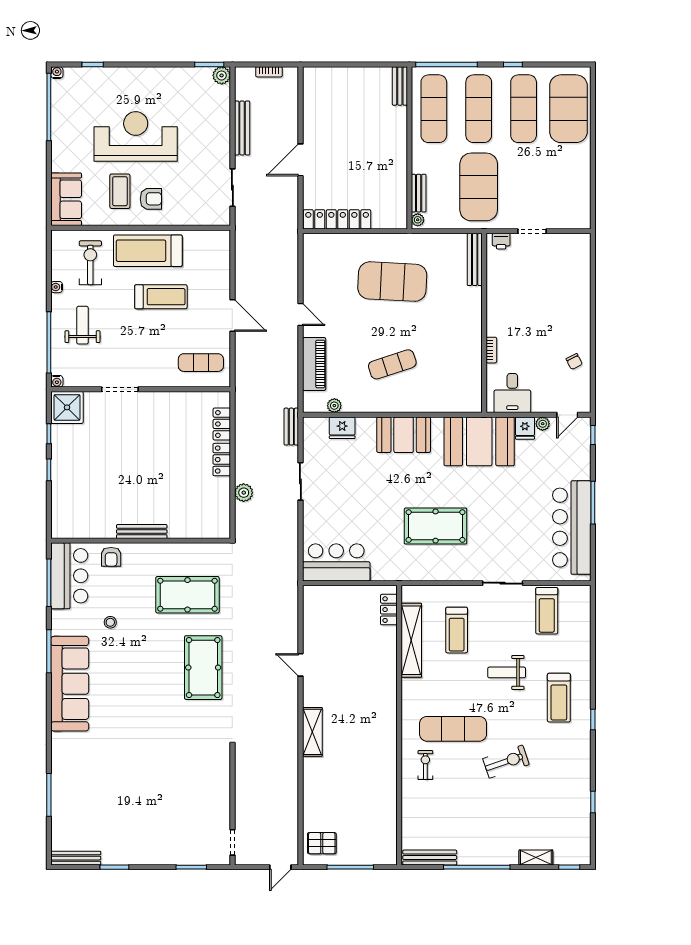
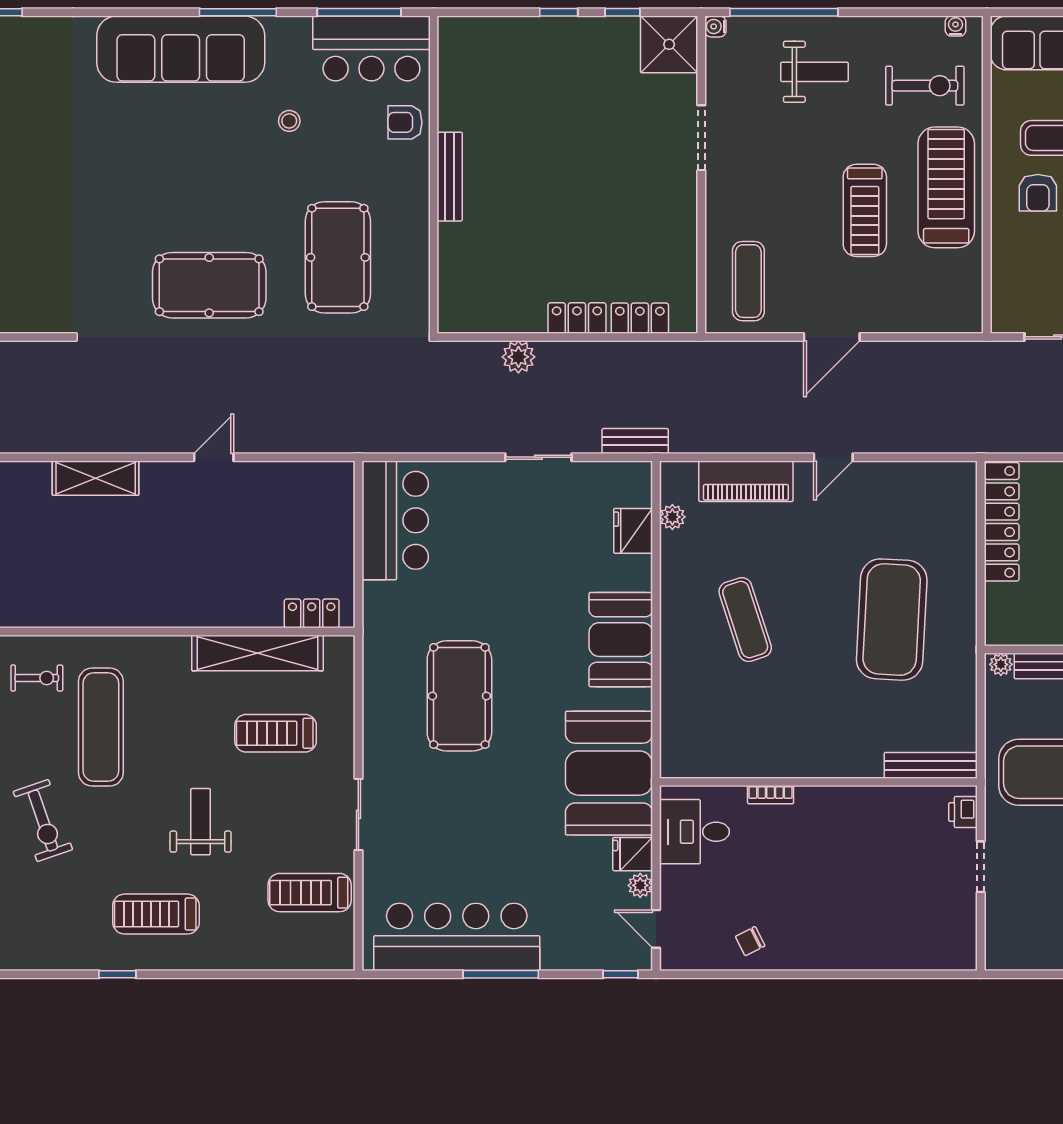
water cooler: (57, 287) -> (956, 26), moved

